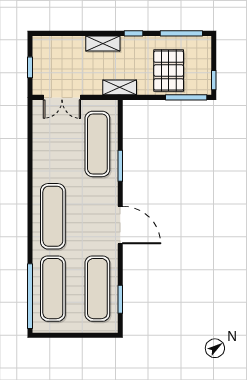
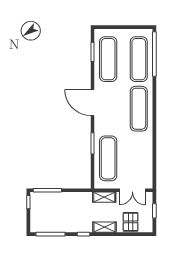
pallet: (169, 71) -> (131, 222), moved, width x0.67, depth x0.71
shelving: (120, 87) -> (104, 197), moved
double door: (62, 97) -> (132, 190), swing flipped

